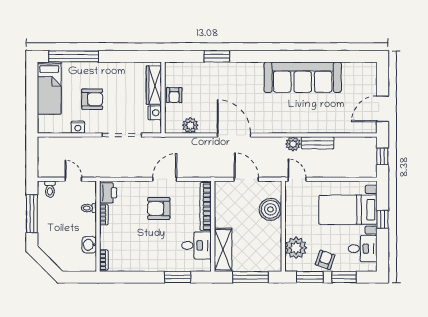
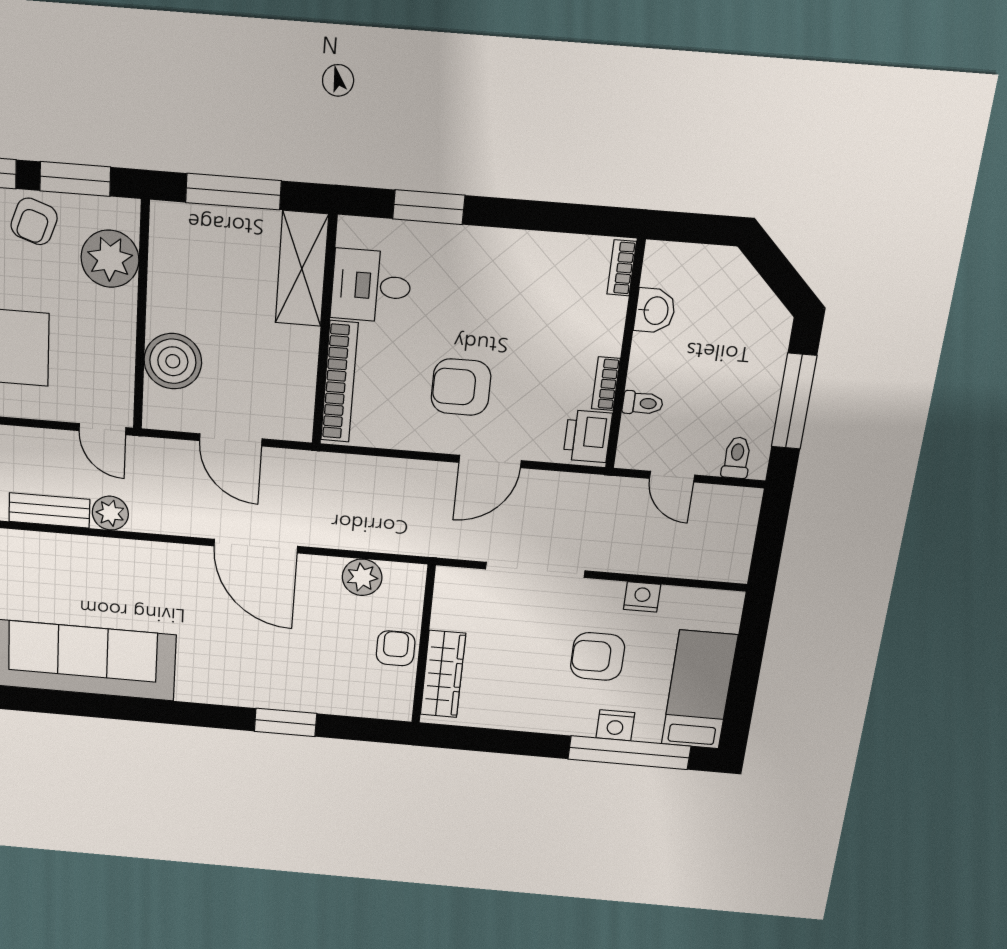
nightstand: (155, 113) -> (615, 725), moved, turned -90
door: (165, 179) -> (490, 461), moved
armchair: (159, 208) -> (461, 387), turned 180

